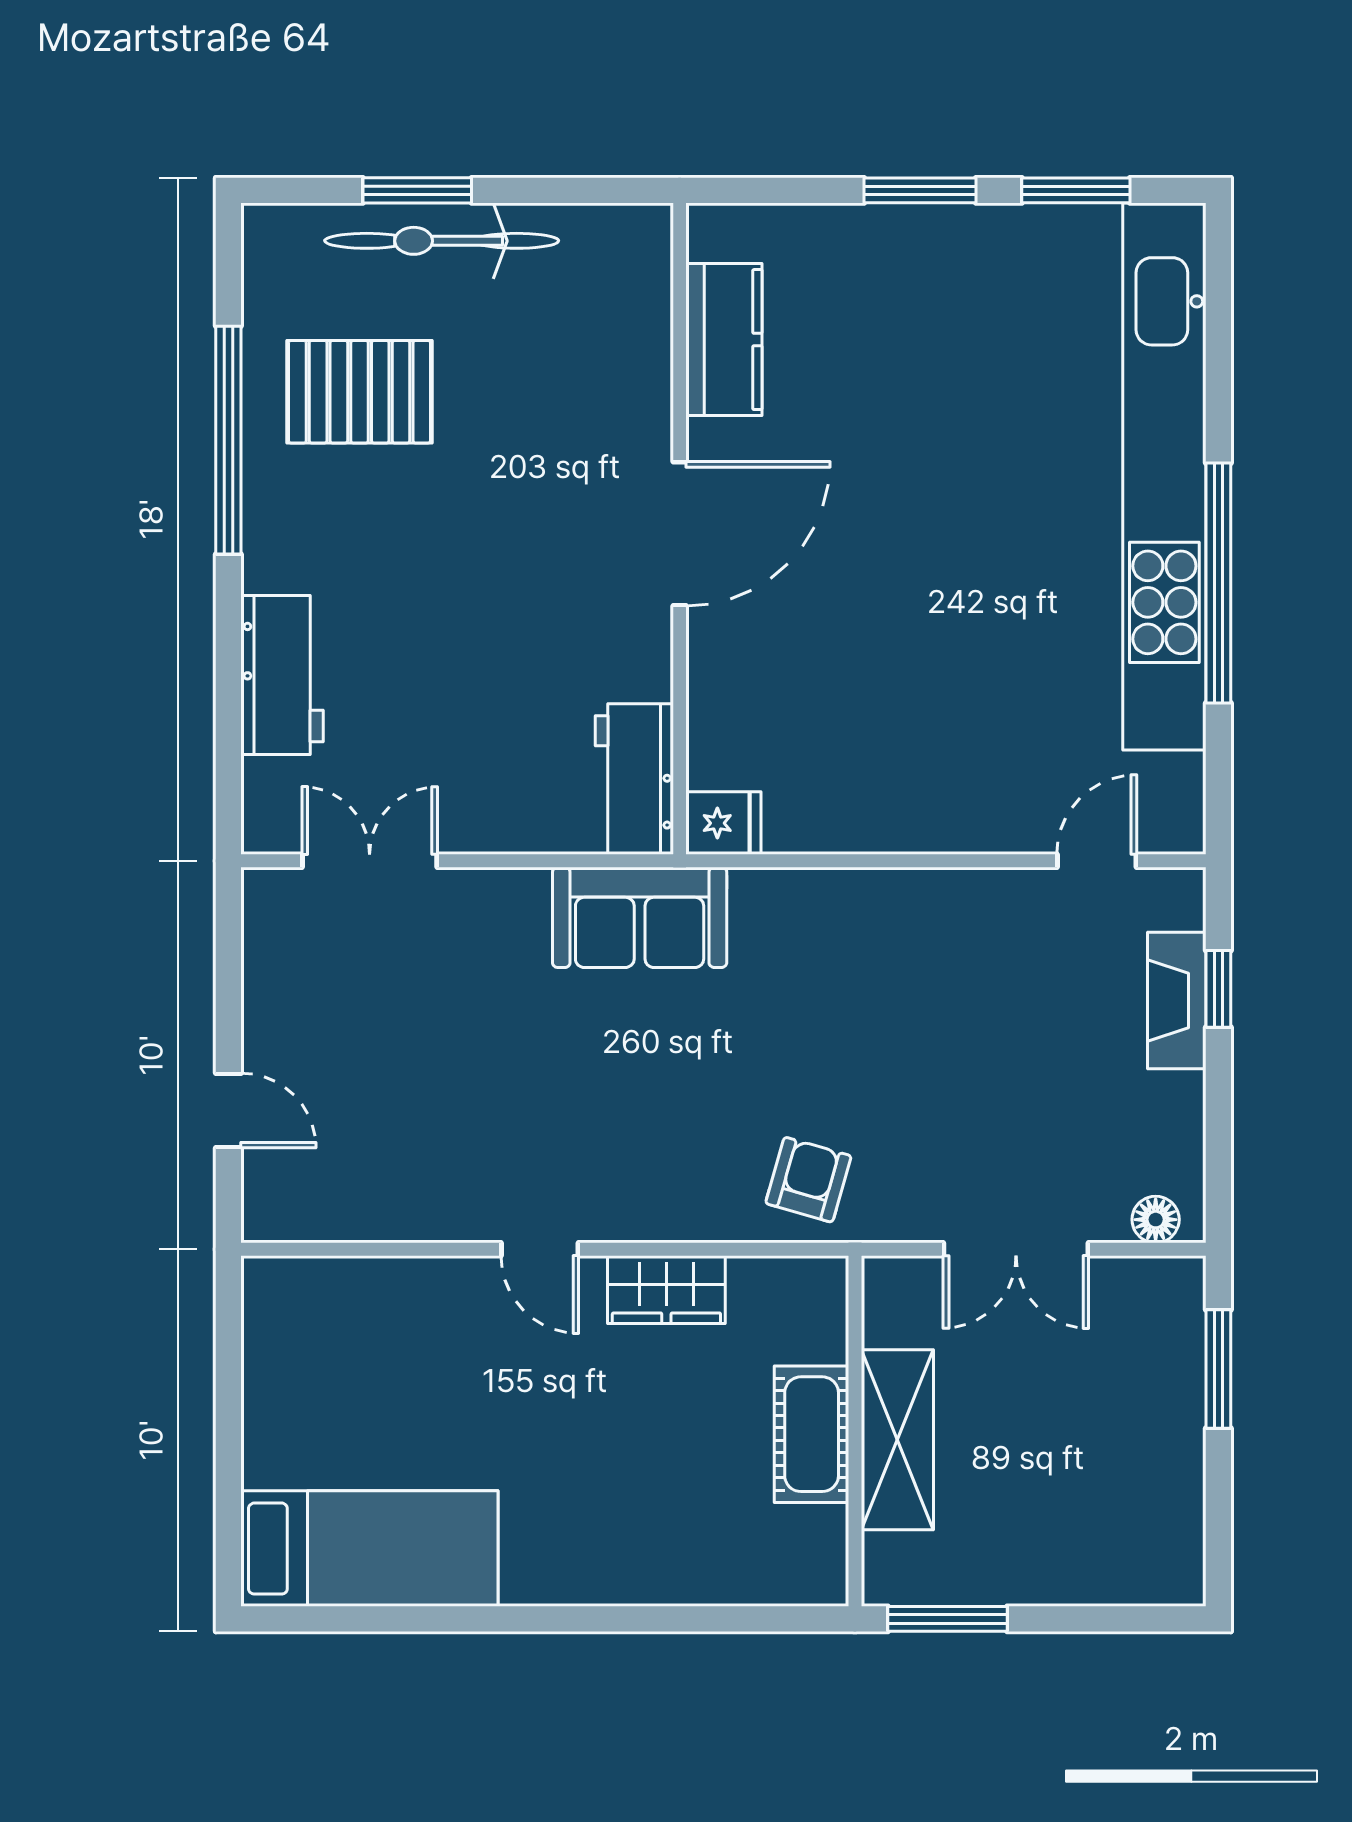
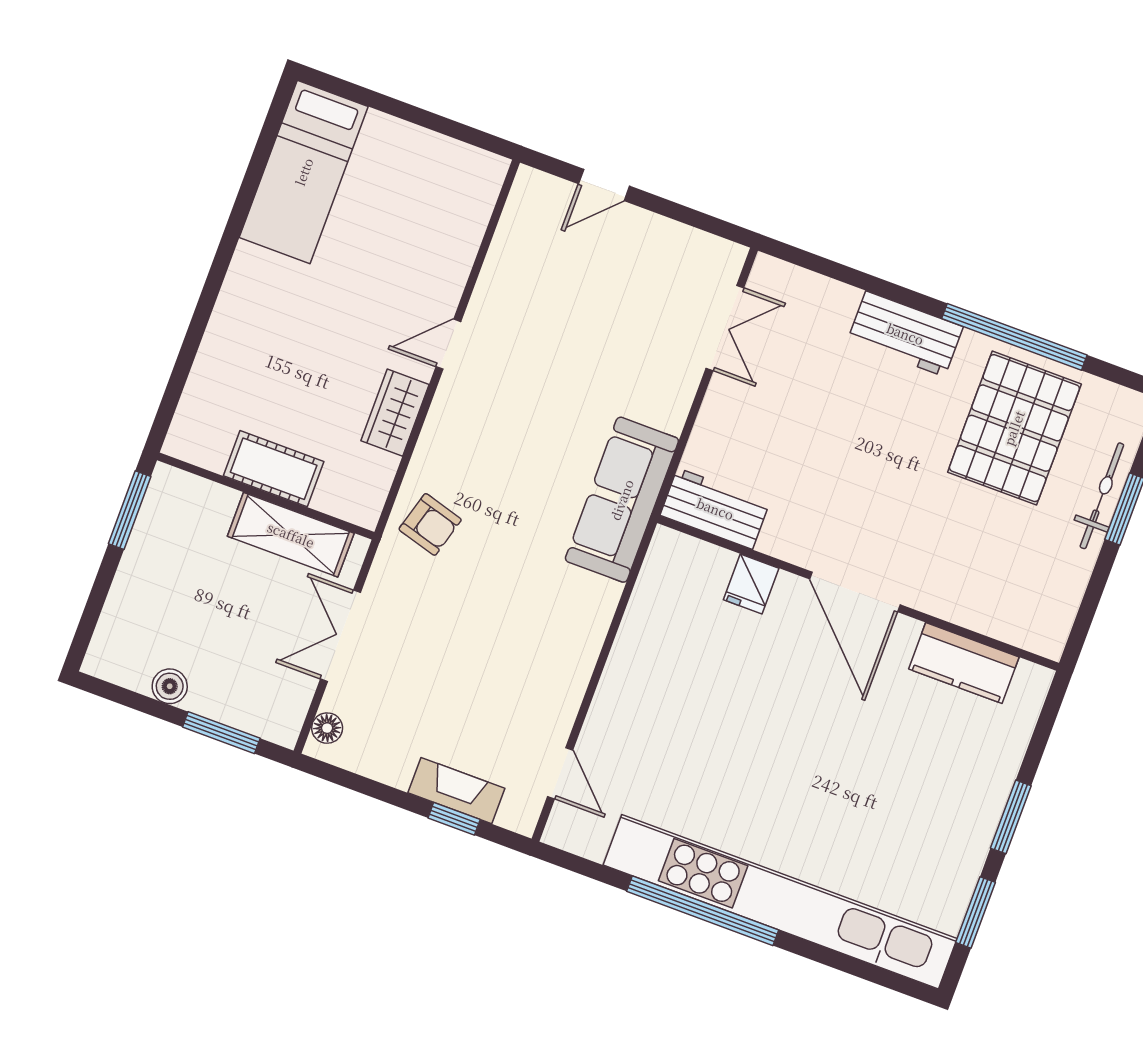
bicycle: (442, 241) -> (1102, 496), width x0.73, depth x0.71
pallet: (360, 392) -> (1014, 428), width x1.37, depth x1.41
workbench: (282, 675) -> (905, 334), moved
fridge: (723, 823) -> (751, 584), moved
sofa: (640, 917) -> (622, 500), width x1.36
shelving: (897, 1440) -> (291, 535), moved
boiler: (1179, 1468) -> (170, 686), added

